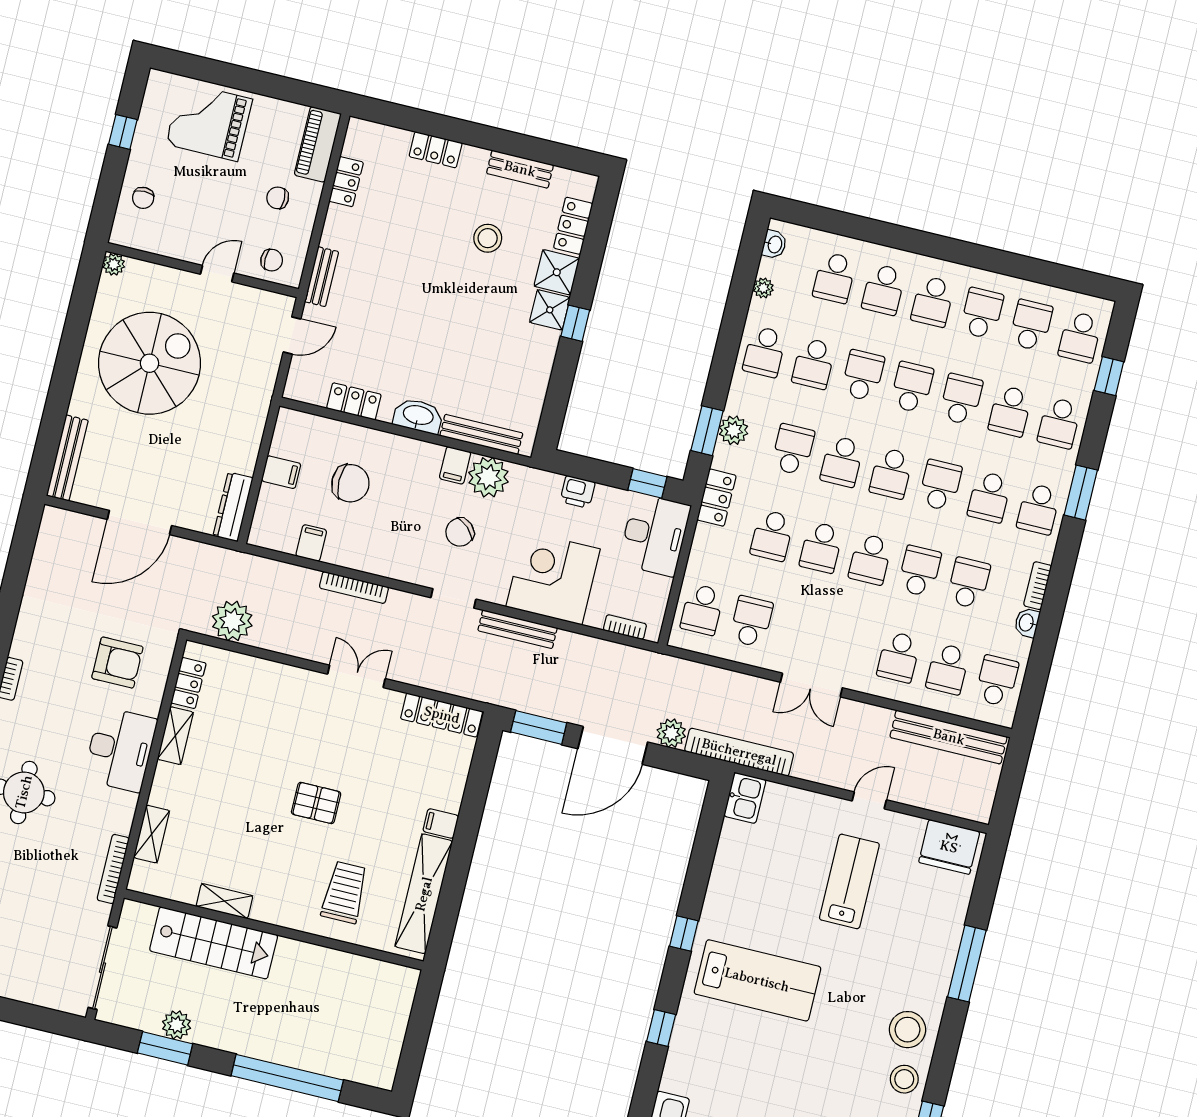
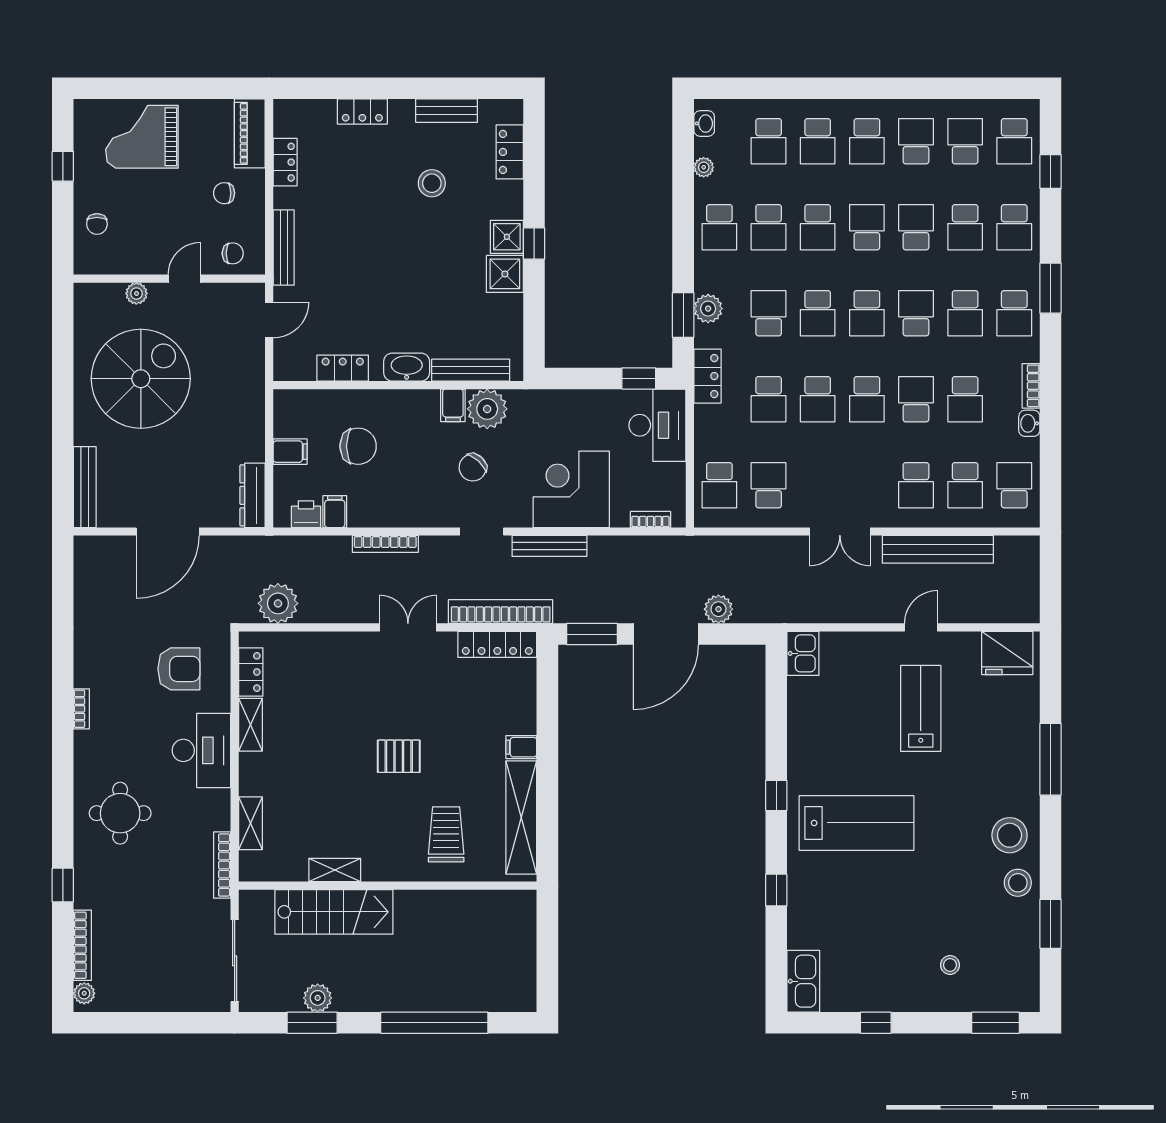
plant: (114, 264) -> (136, 293), moved
shower: (557, 272) -> (505, 274), moved
bench: (322, 277) -> (284, 248), width x1.36
school desk: (863, 375) -> (818, 227), turned 180
printer: (578, 492) -> (306, 514), moved, turned 180
school desk: (969, 583) -> (965, 399), turned 180
bench: (949, 737) -> (938, 549), moved
bookcase: (739, 752) -> (501, 612), moved

